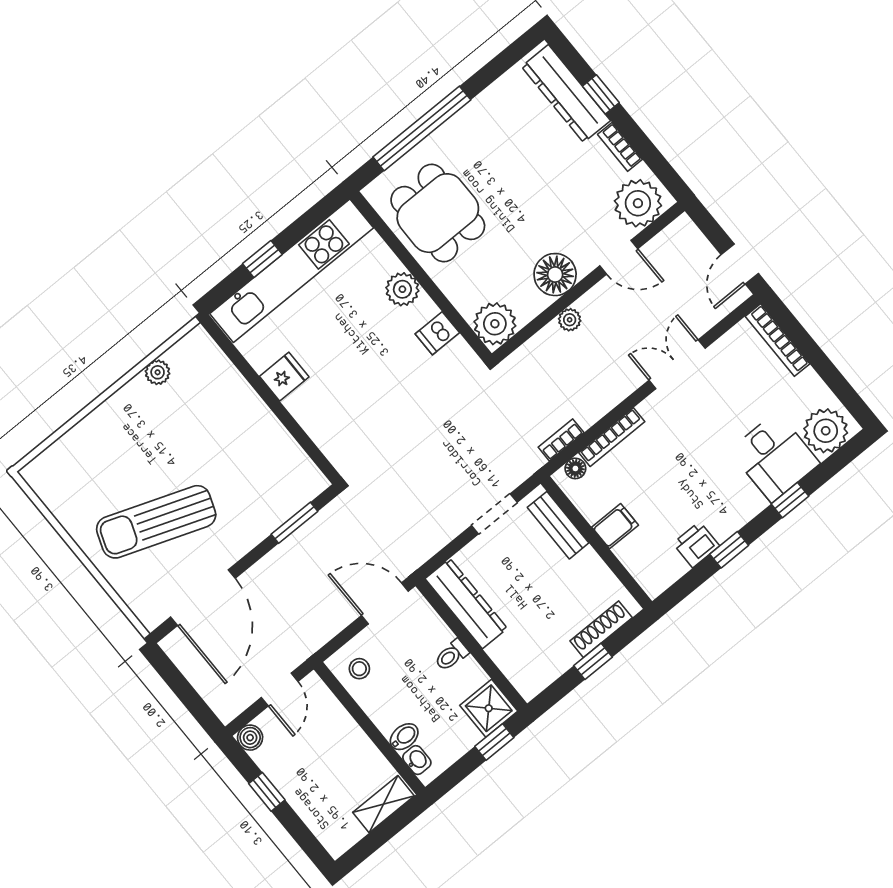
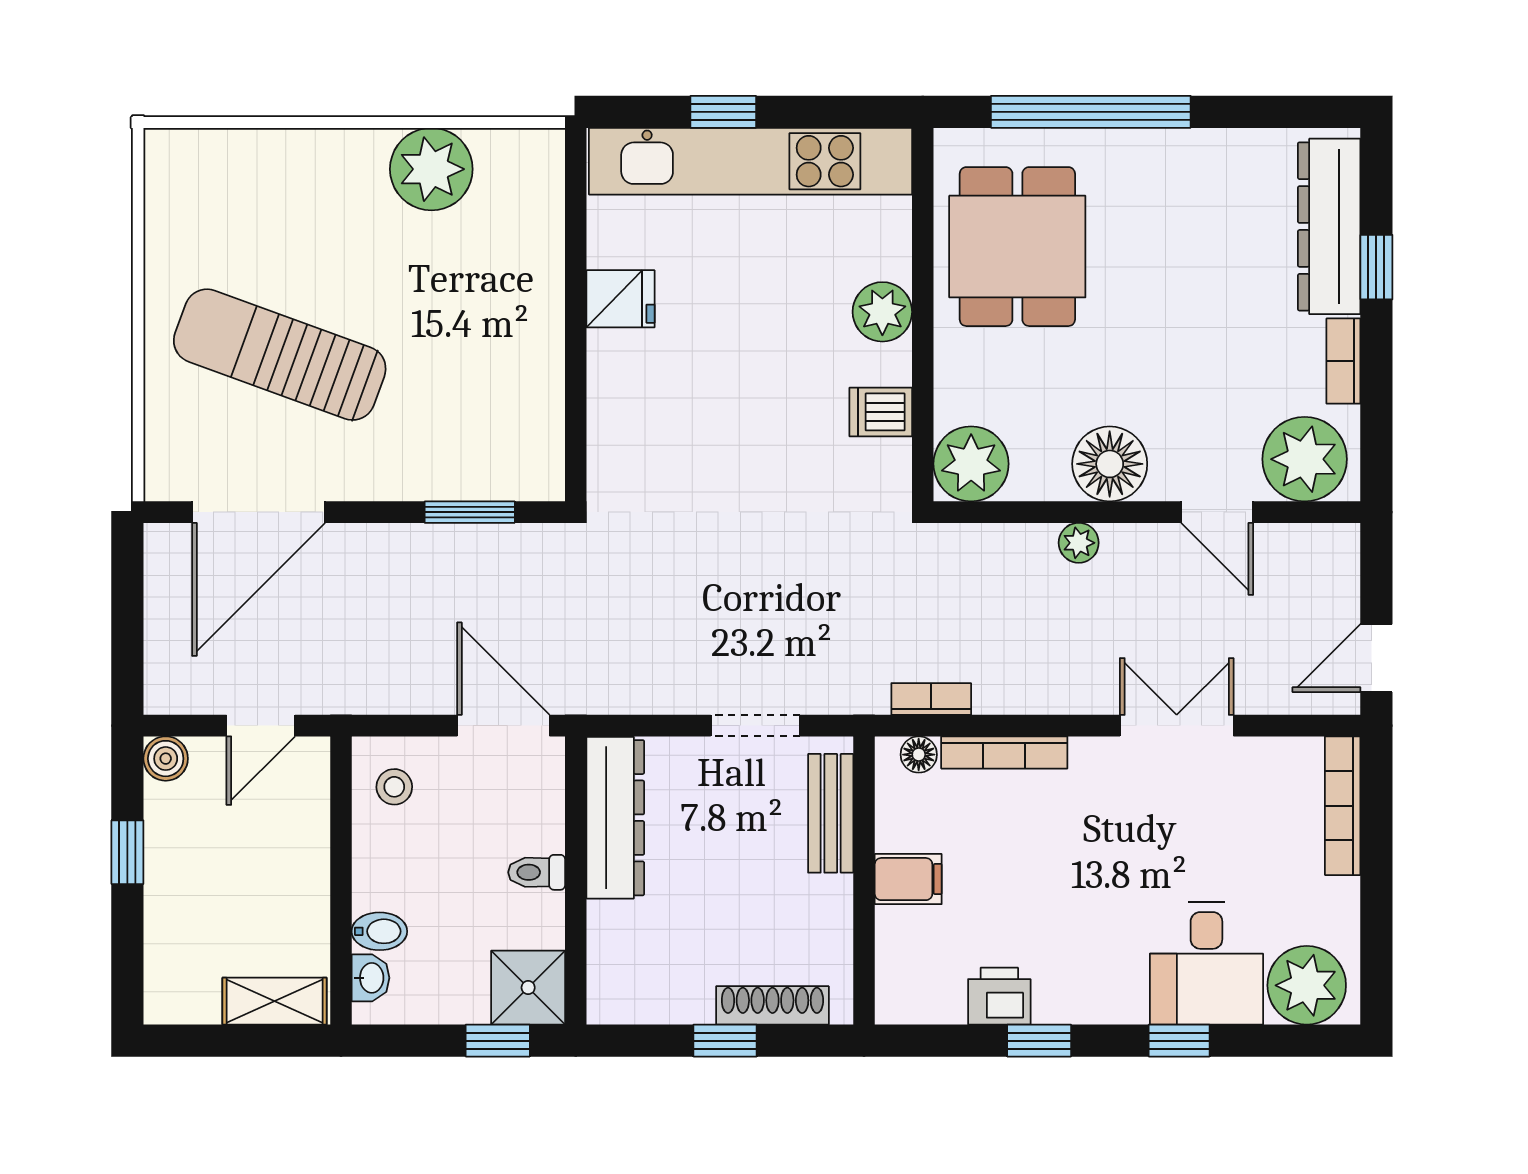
plant: (158, 372) -> (431, 169), width x1.88, depth x1.88

